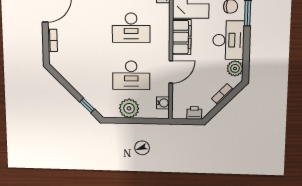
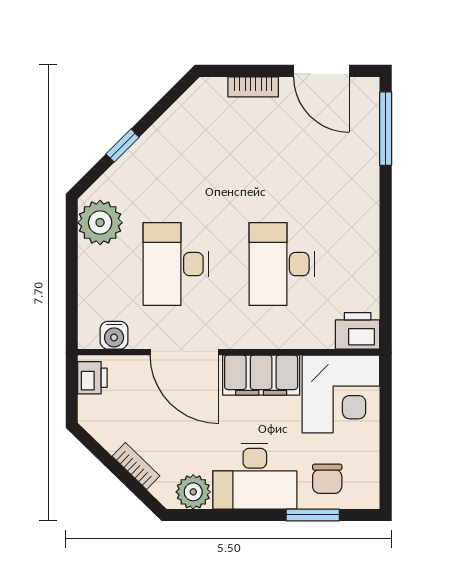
door: (171, 72) -> (184, 352), width x1.36
window: (87, 105) -> (123, 146), moved
plant: (129, 108) -> (100, 223), moved
printer: (194, 113) -> (92, 378), moved

